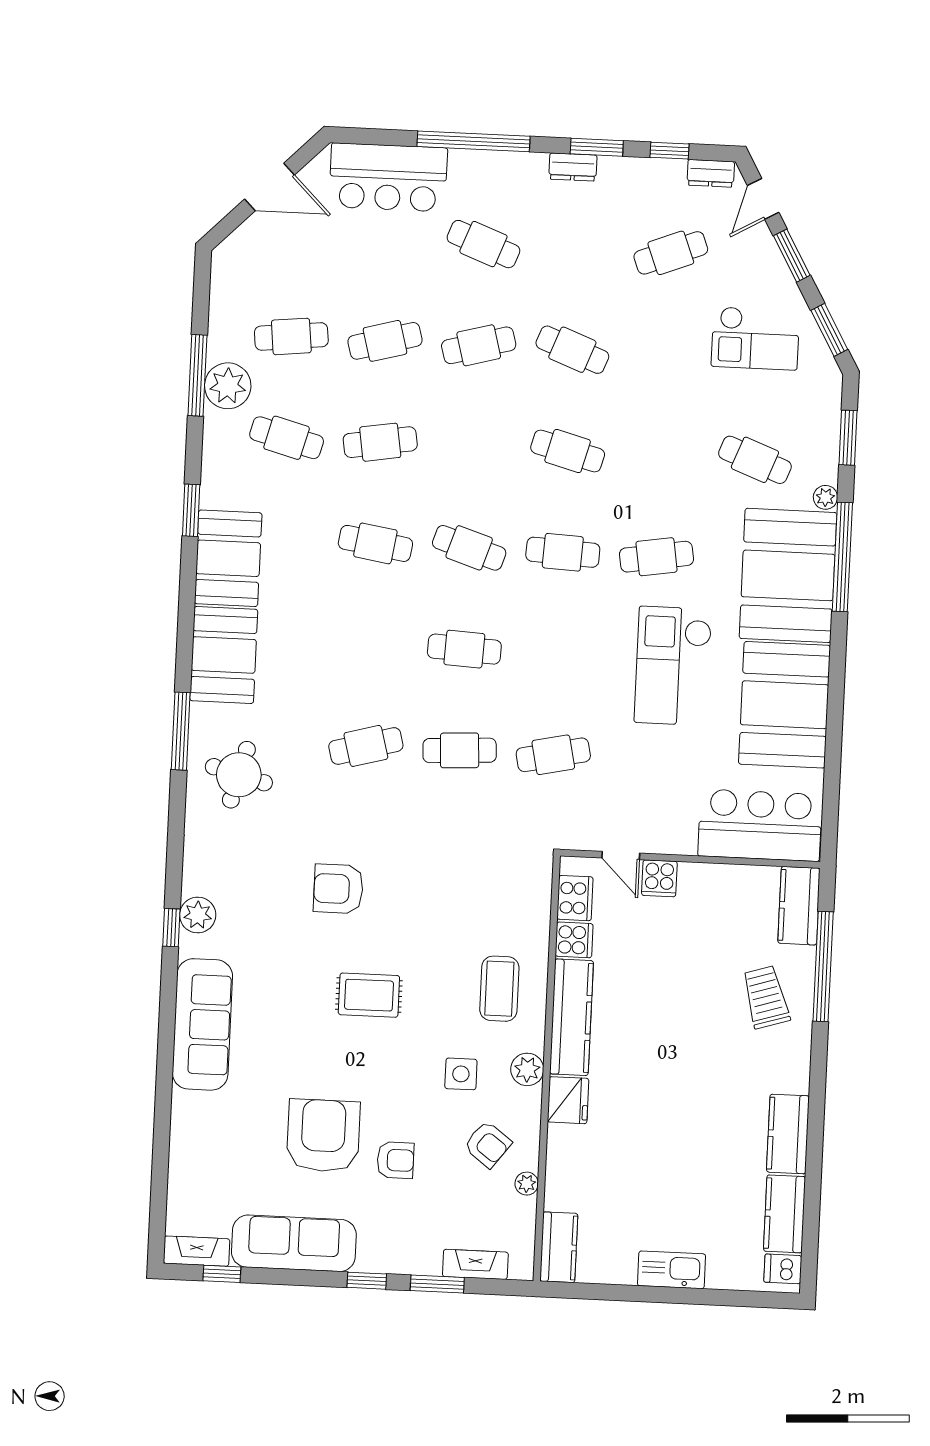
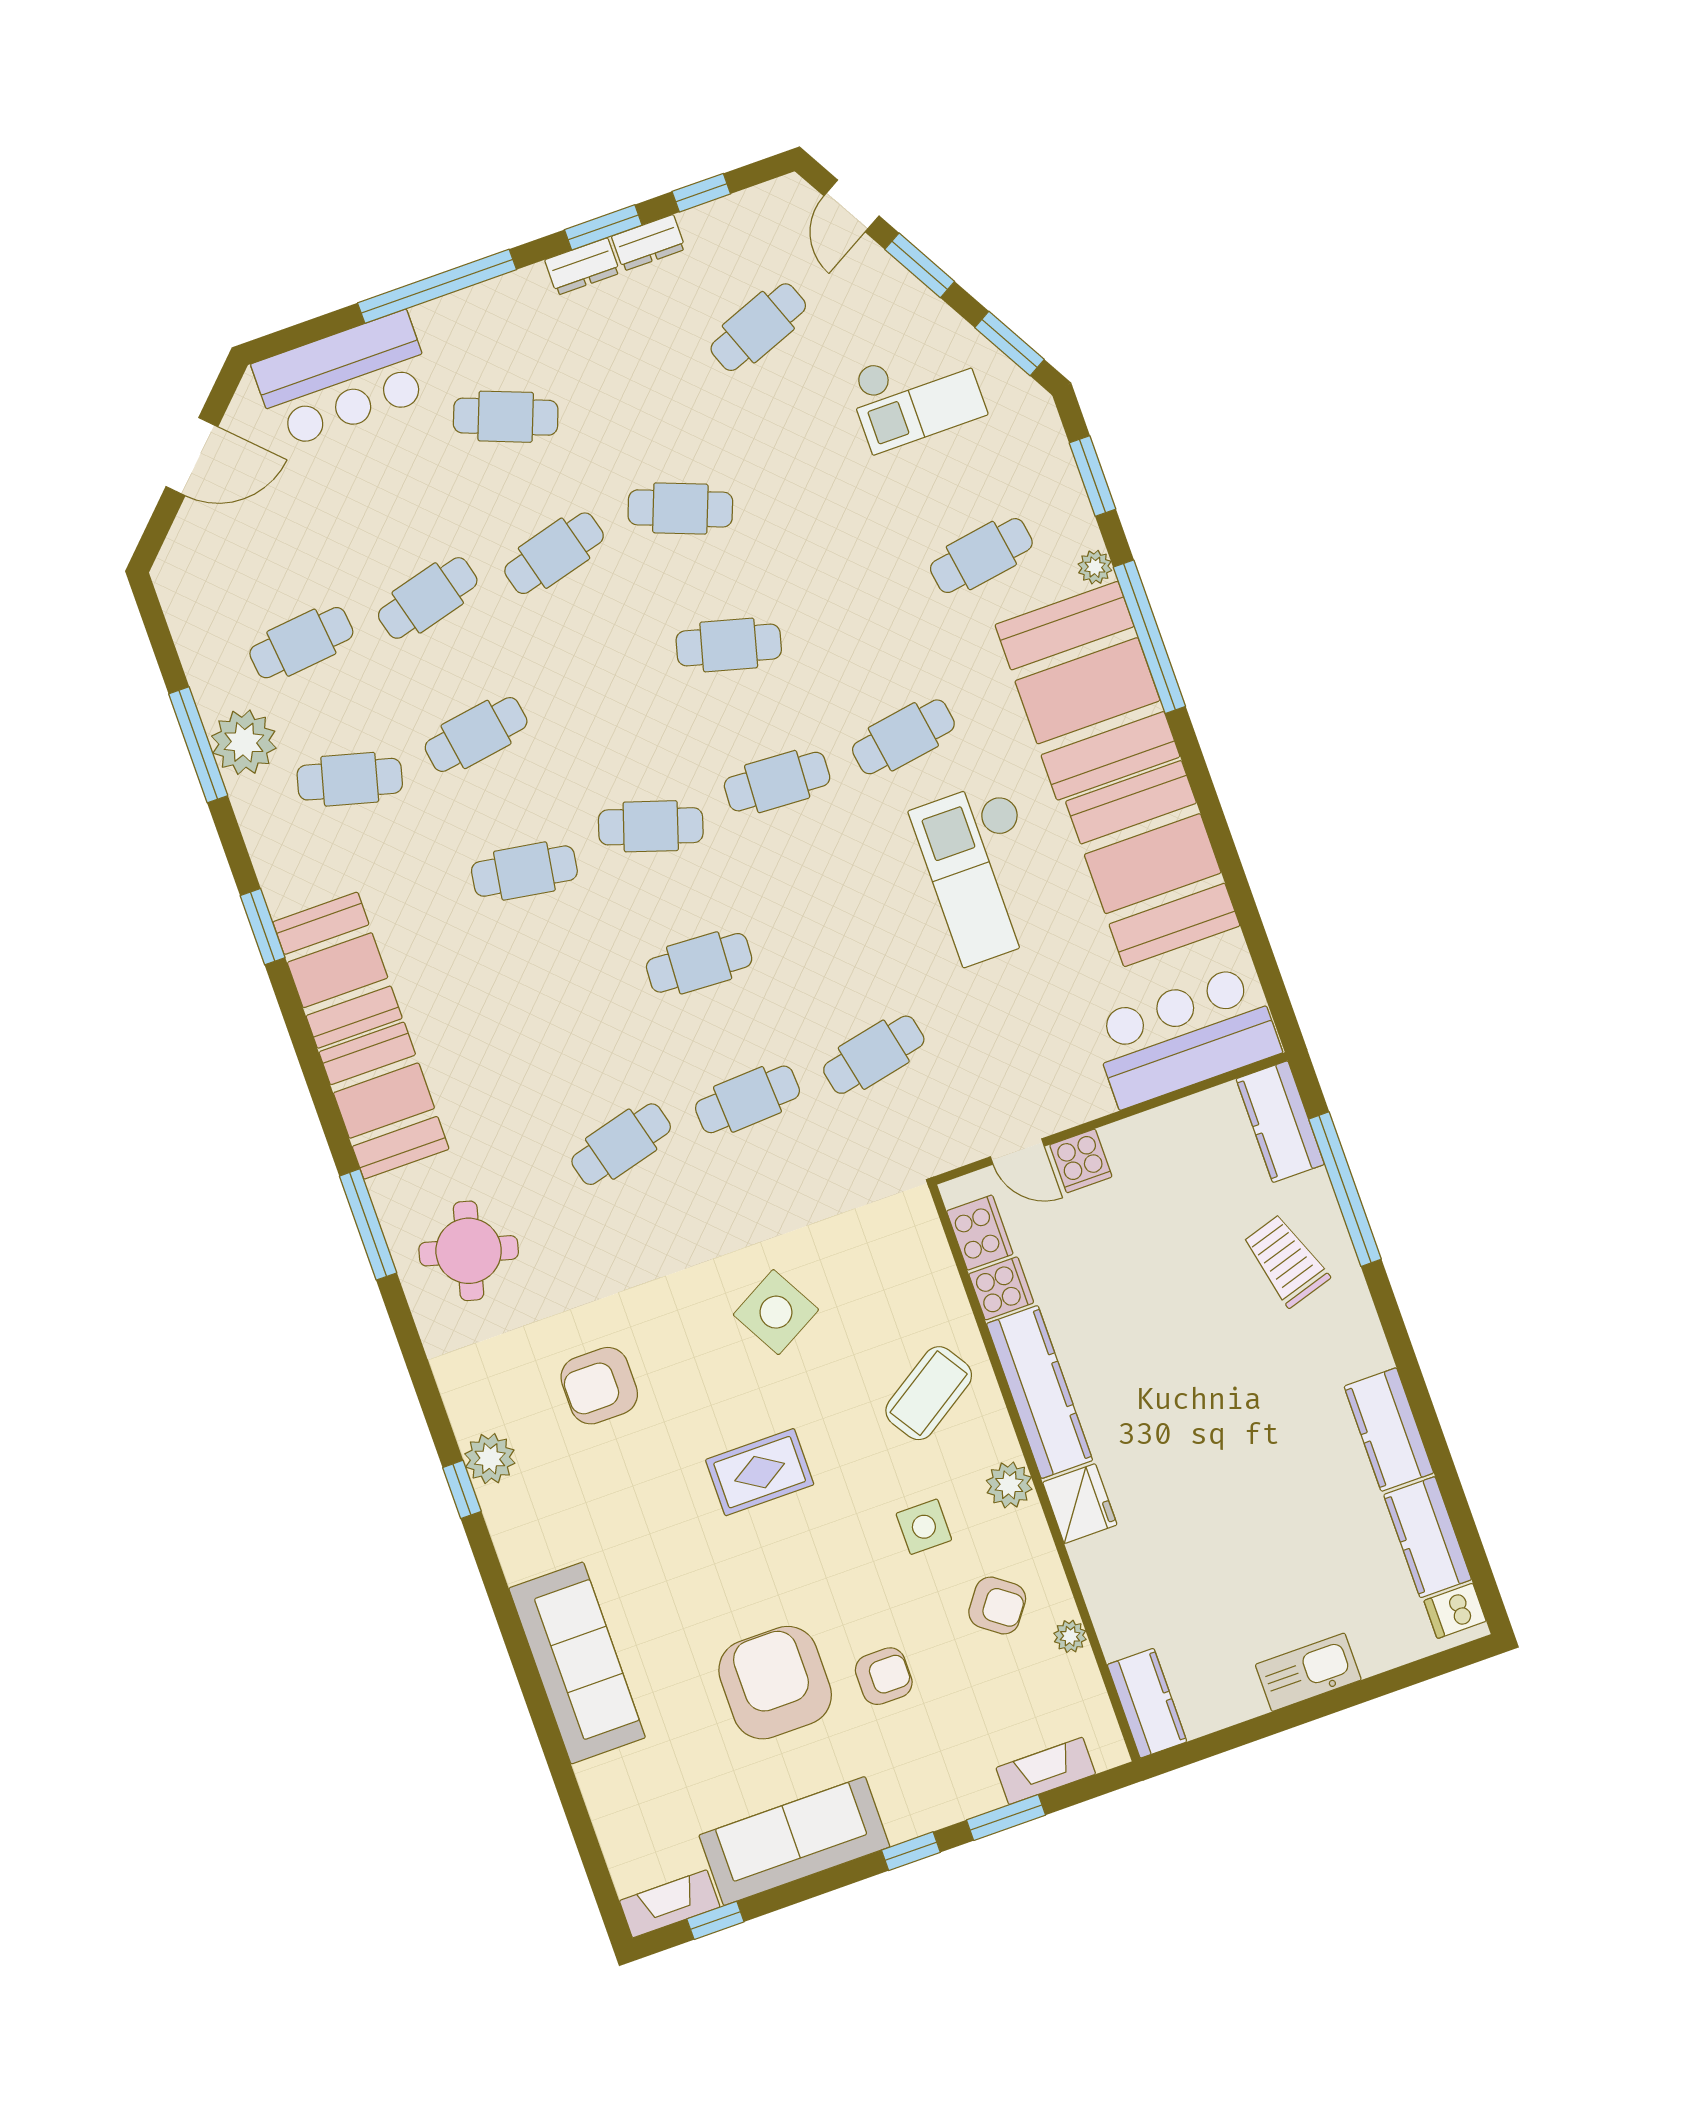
dresser: (711, 173) -> (648, 243), moved
cafe table: (755, 460) -> (981, 556), turned -30
armchair: (338, 889) -> (599, 1386), moved
side table: (422, 896) -> (776, 1312), added
coffee table: (499, 989) -> (929, 1393), turned 57
sofa: (202, 1024) -> (577, 1663), moved

